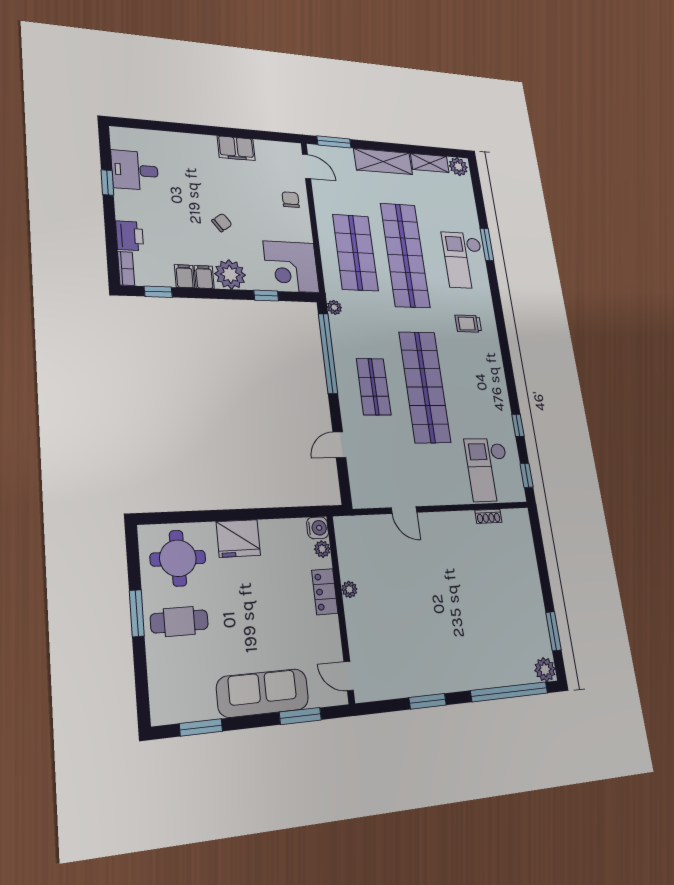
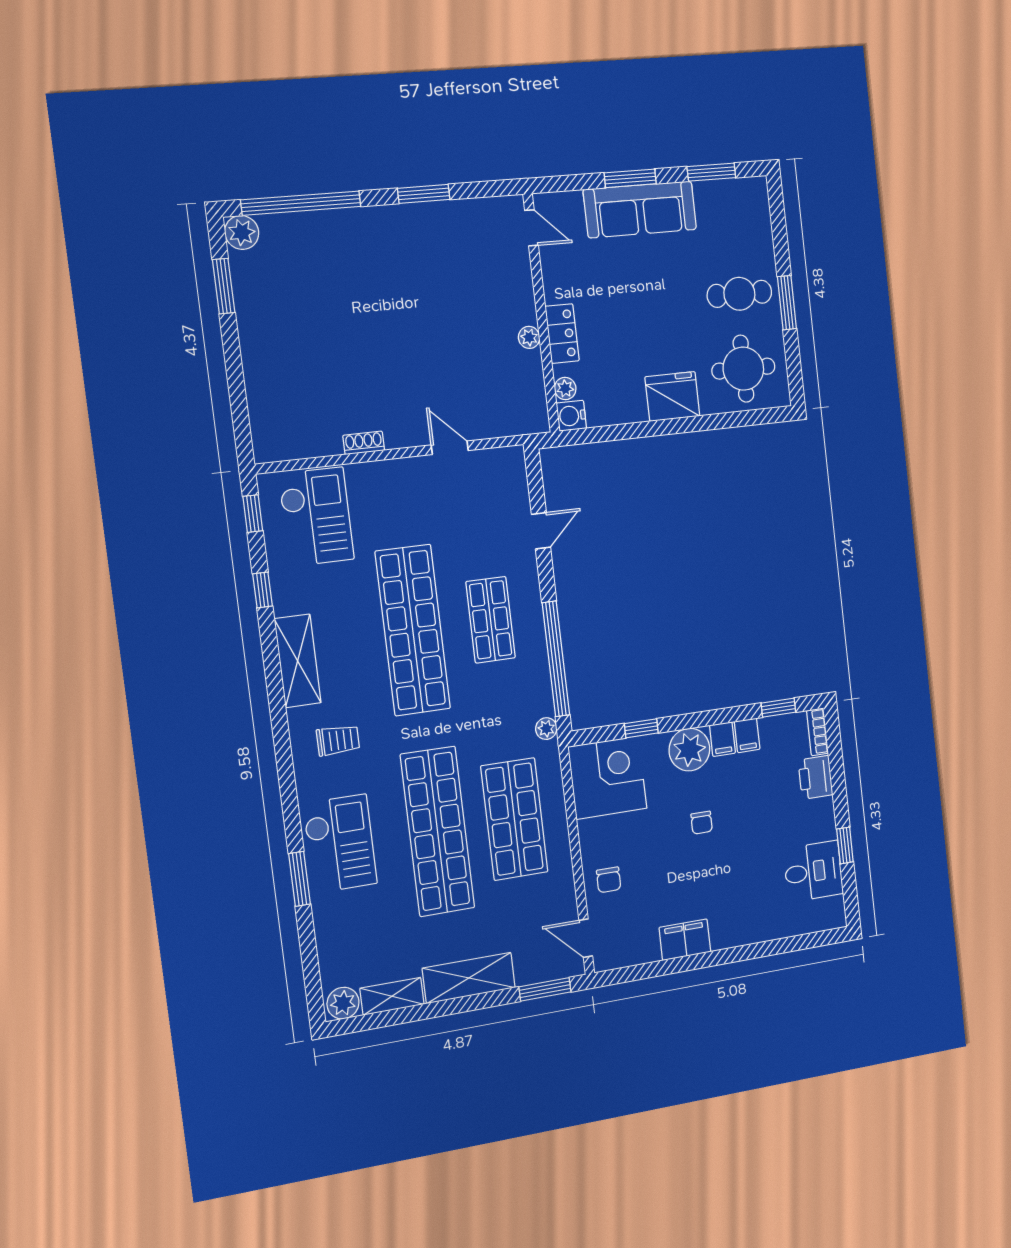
chair: (222, 223) -> (702, 823), turned -54
shelving: (495, 377) -> (298, 661), added
shoe rack: (488, 516) -> (364, 443), moved
window: (300, 716) -> (630, 178), moved

